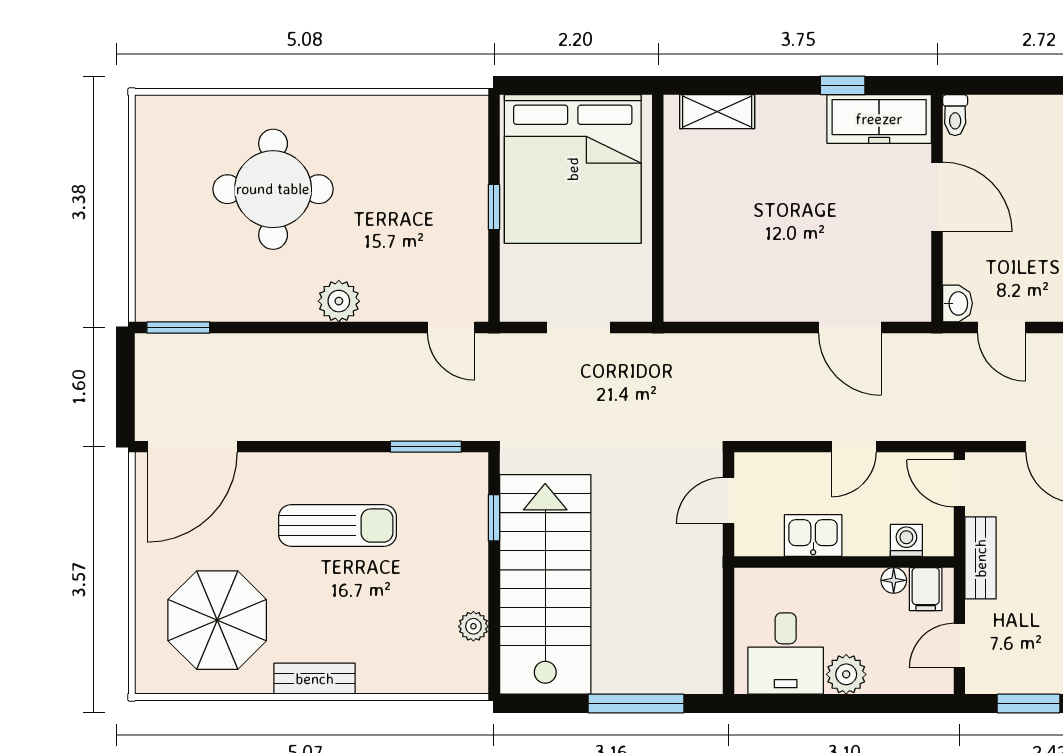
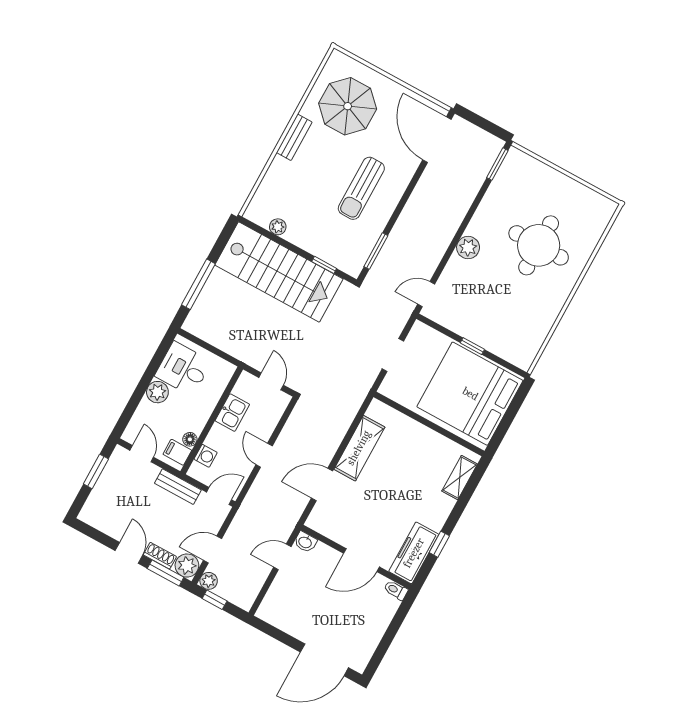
shelving: (758, 299) -> (359, 448), added

